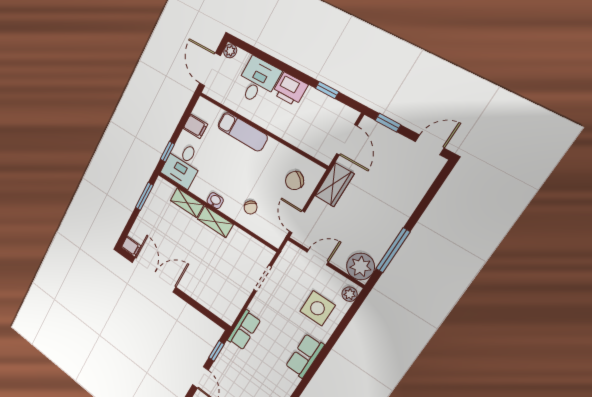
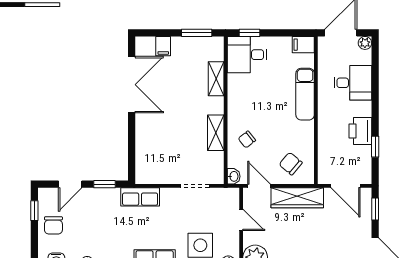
printer: (290, 89) -> (360, 131), moved
filing cabinet: (195, 126) -> (303, 45), moved, turned 90
door: (347, 140) -> (346, 186), hinge flipped
wardrobe: (334, 185) -> (297, 198), width x1.50
washbasin: (215, 201) -> (234, 176), moved
shelving: (215, 222) -> (216, 133), moved
door: (297, 222) -> (259, 186), hinge flipped
filing cabinet: (131, 247) -> (163, 46), moved

